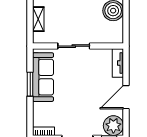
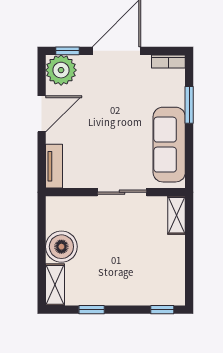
shelving: (38, 19) -> (177, 215), moved
window: (30, 84) -> (189, 105), moved

